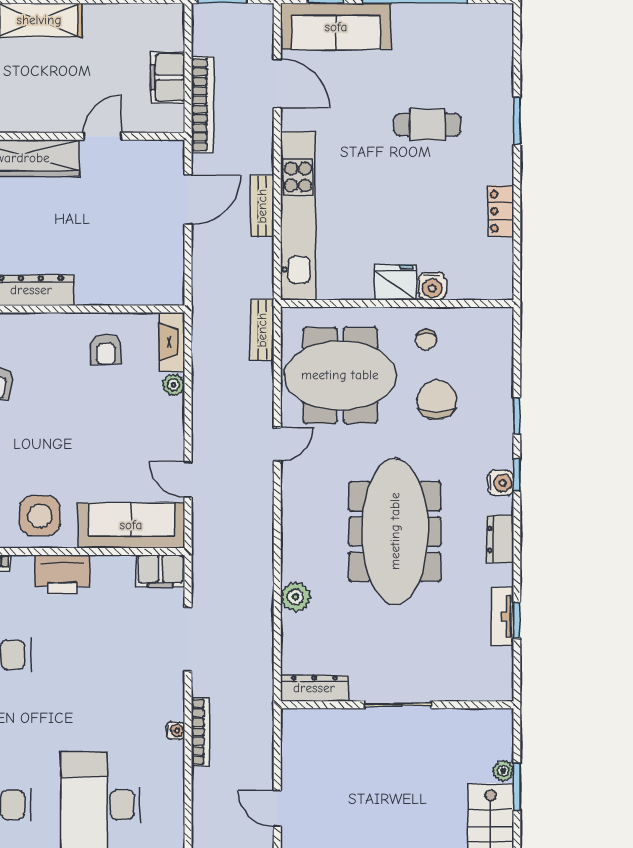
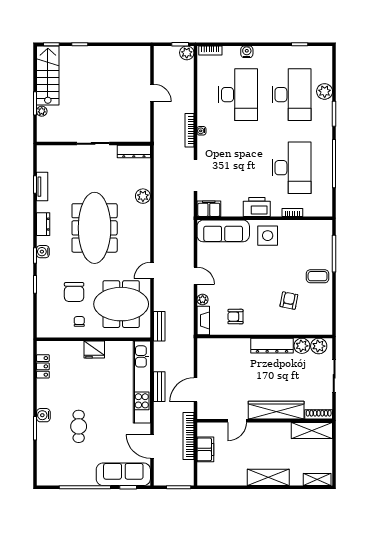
cafe table: (427, 125) -> (79, 426), turned 90
locker: (501, 211) -> (43, 366), moved
water cooler: (432, 286) -> (43, 415), moved, turned -90
armchair: (106, 350) -> (235, 317), turned -90
door: (188, 479) -> (195, 276), moved

